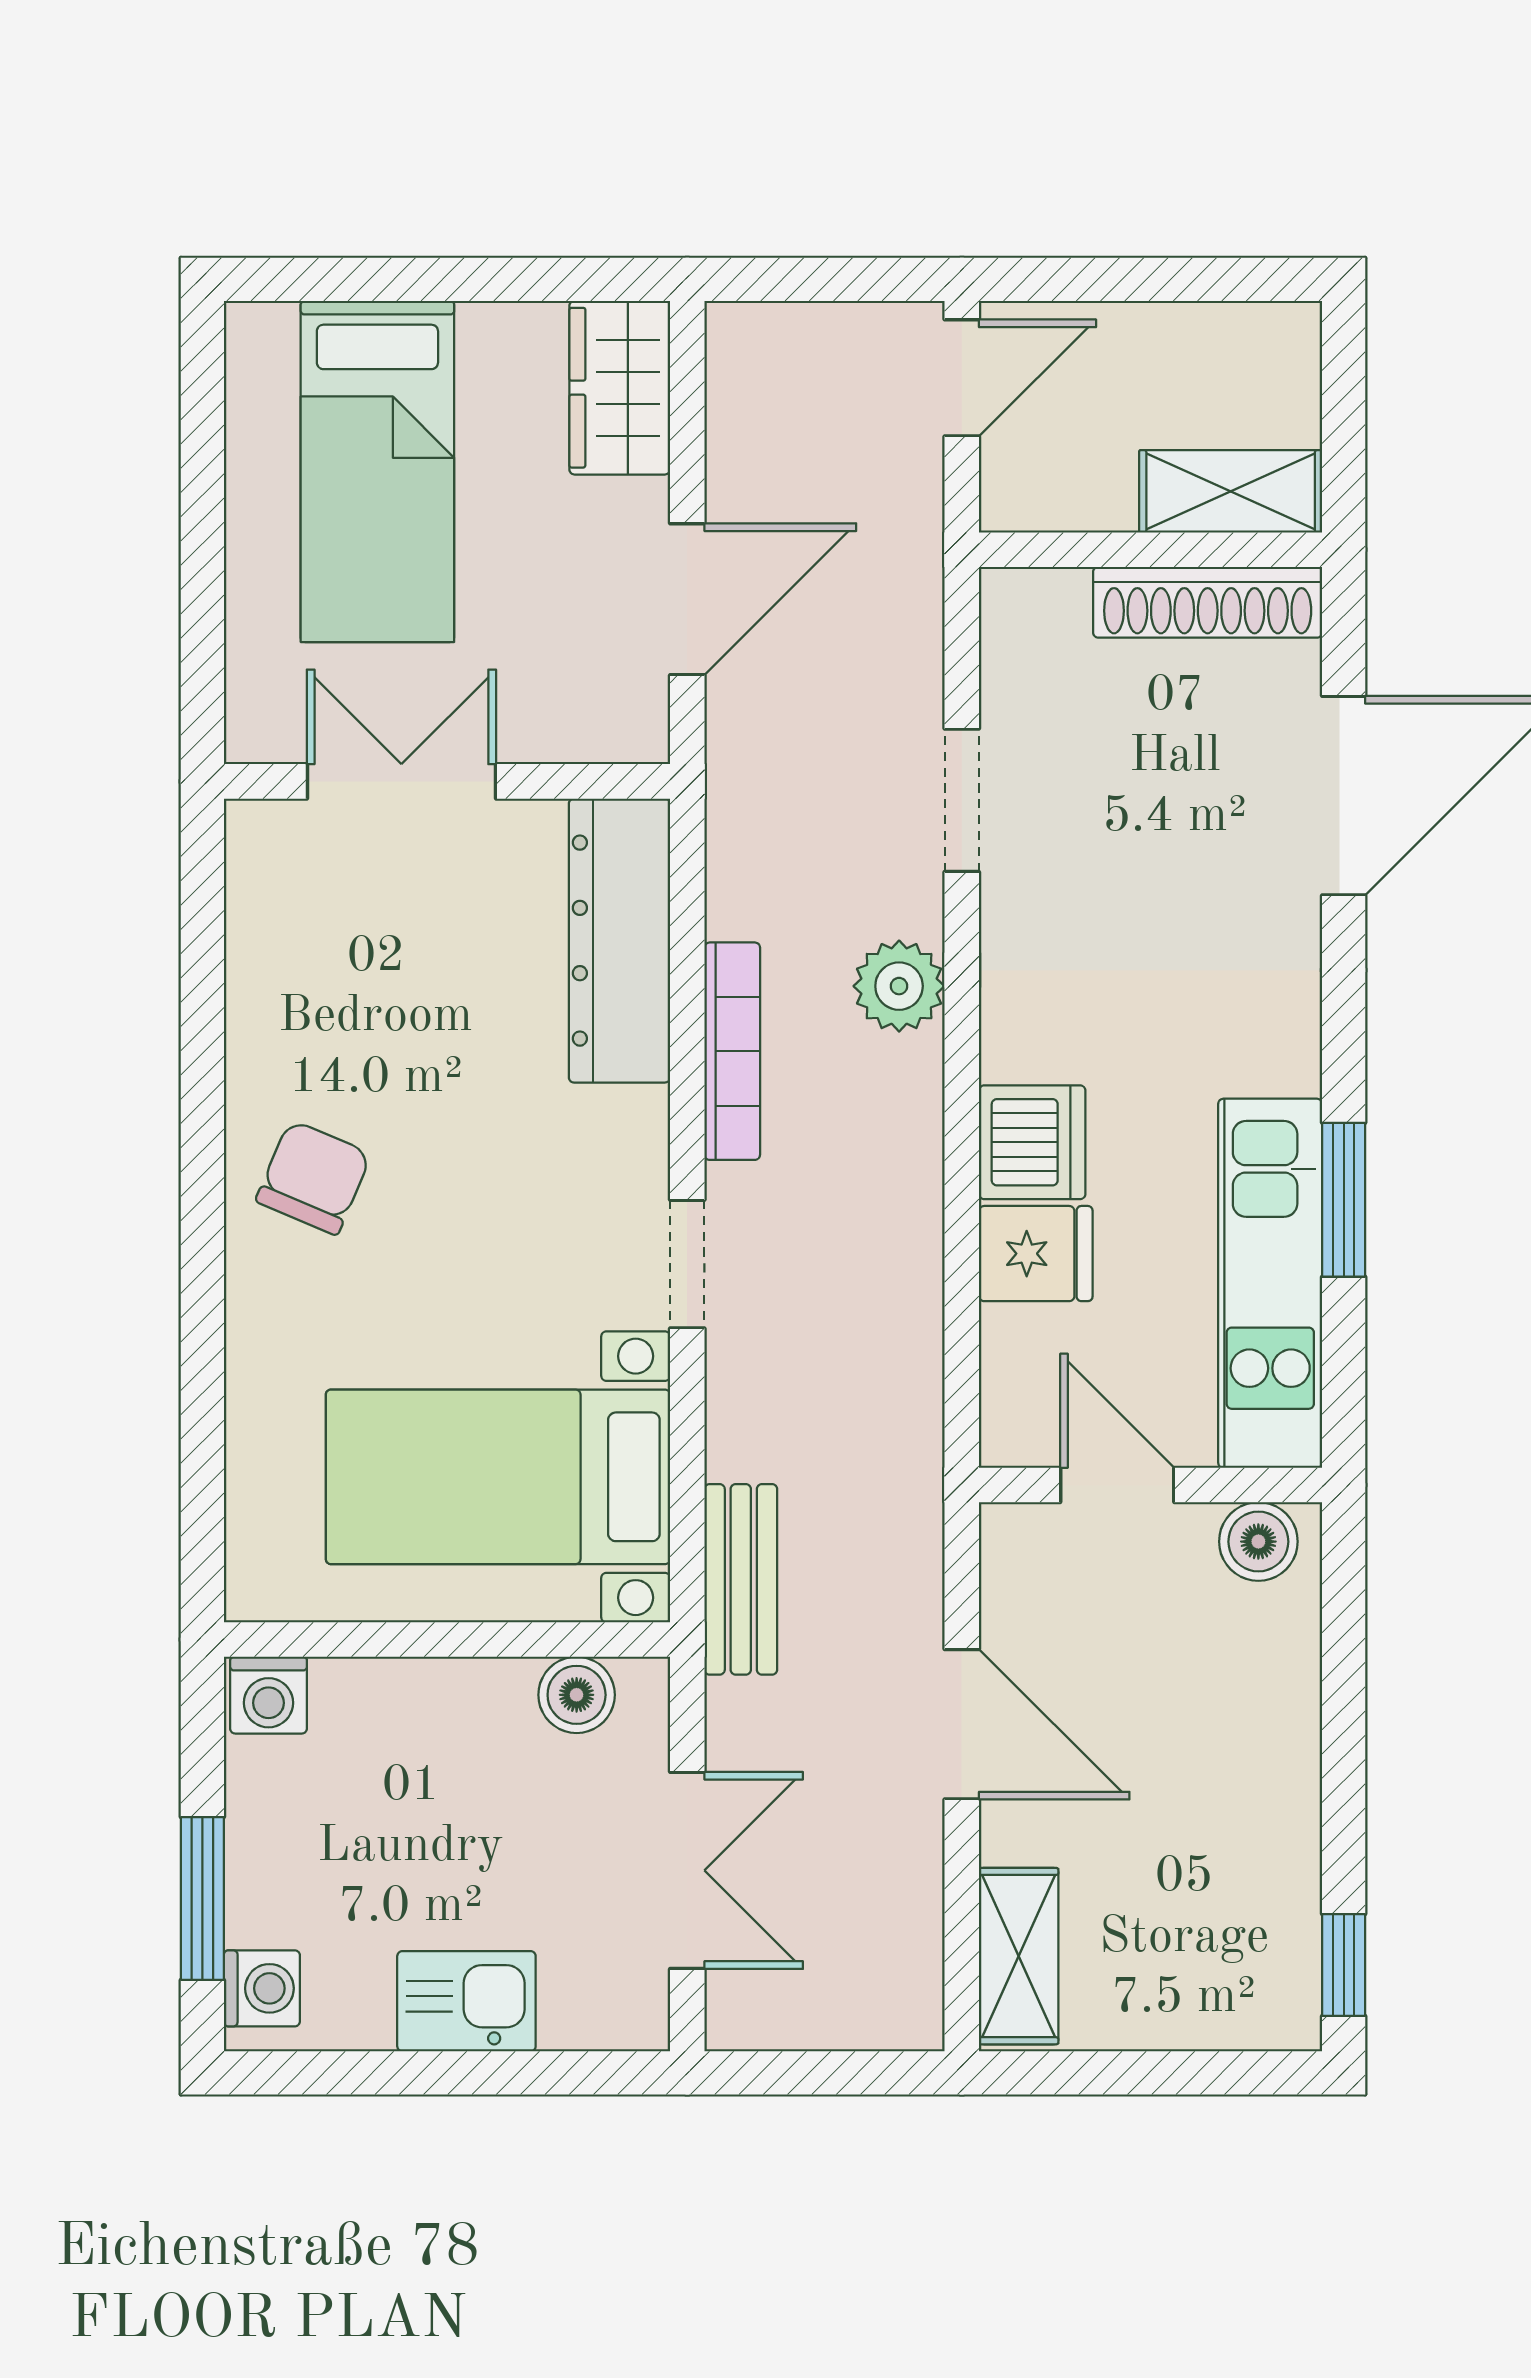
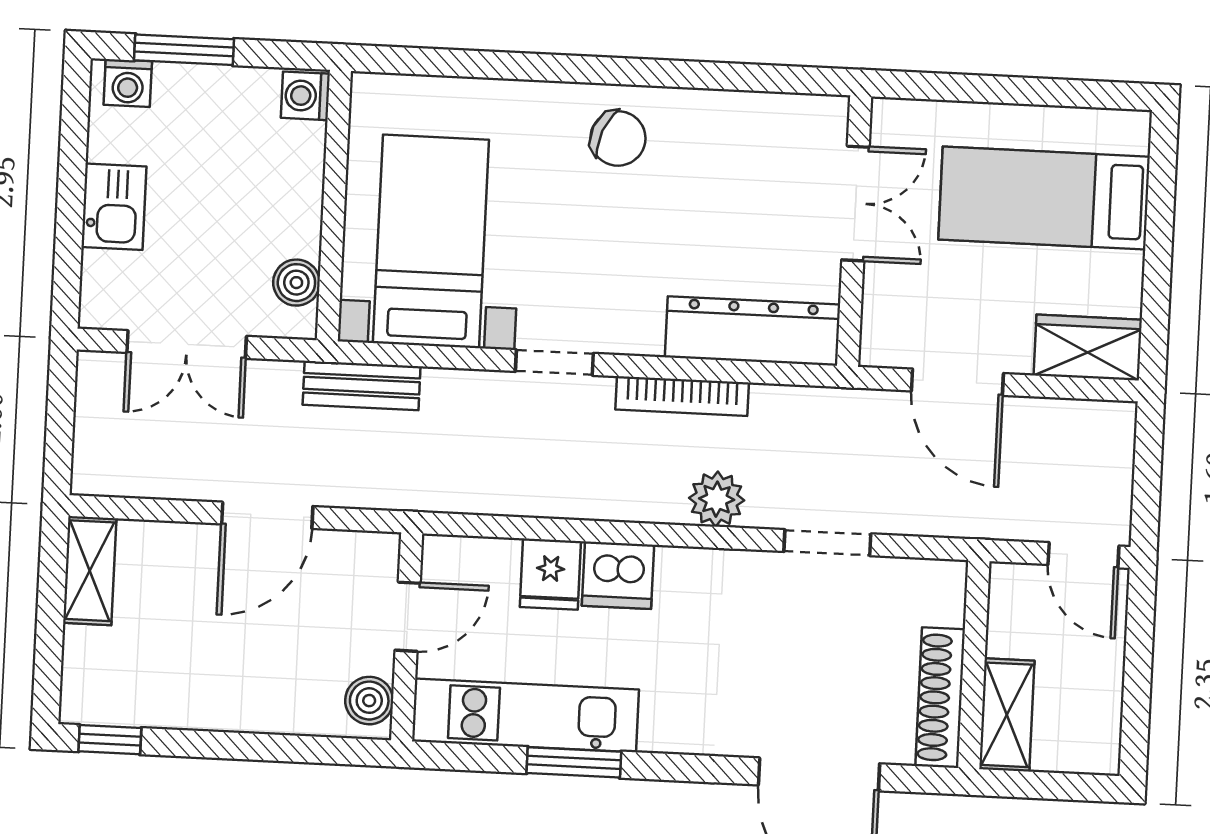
shelving: (1019, 1956) -> (90, 571), moved, turned 90

